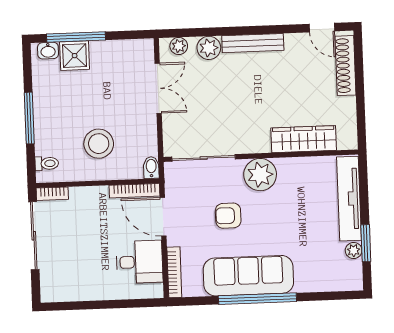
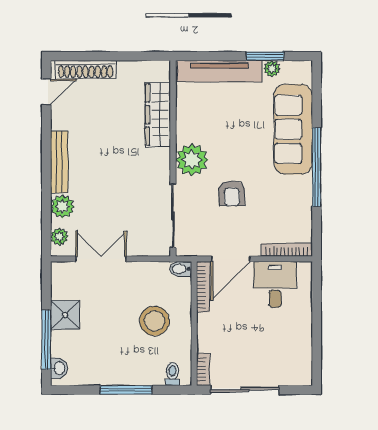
shower: (75, 56) -> (65, 315), moved
sofa: (248, 276) -> (293, 129), moved

